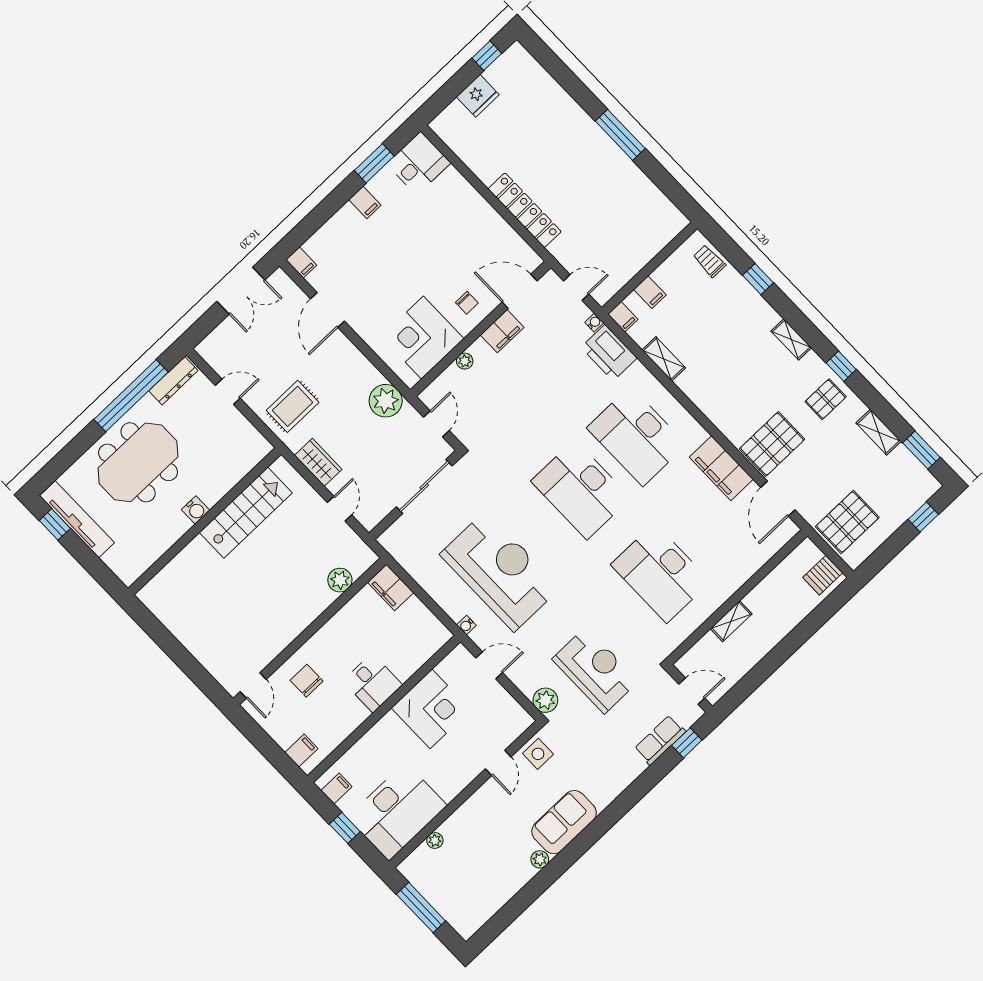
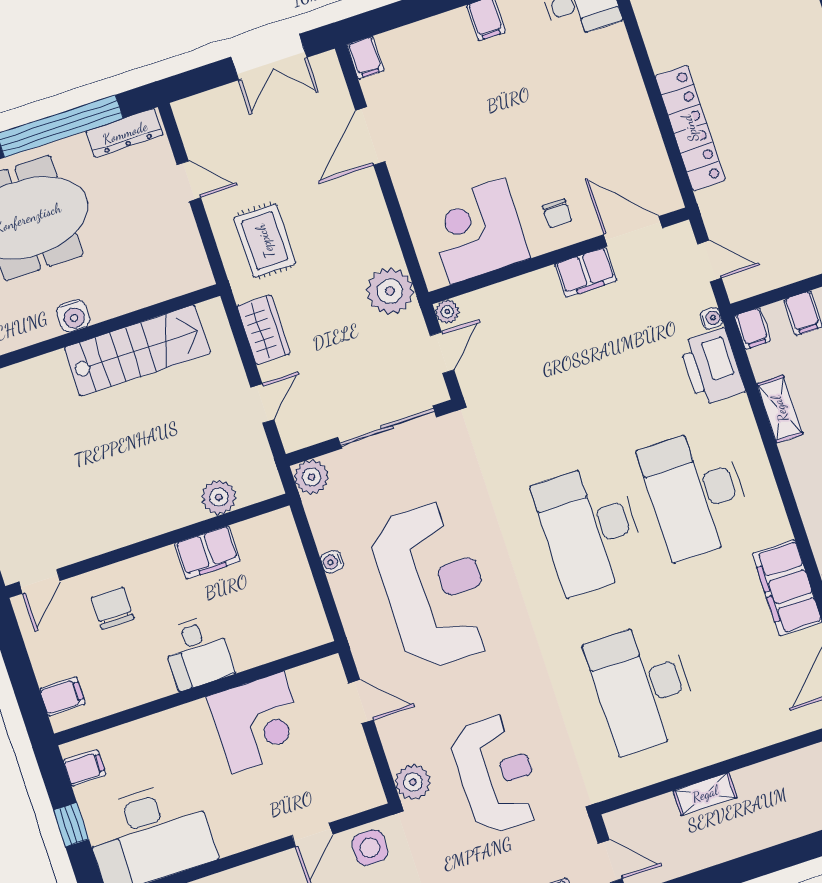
plant: (465, 361) -> (447, 312), moved
rug: (293, 406) -> (265, 241), turned 90
plant: (392, 540) -> (311, 477), added
filing cabinet: (391, 587) -> (207, 552), moved, turned -90
water cooler: (466, 625) -> (332, 562), moved

